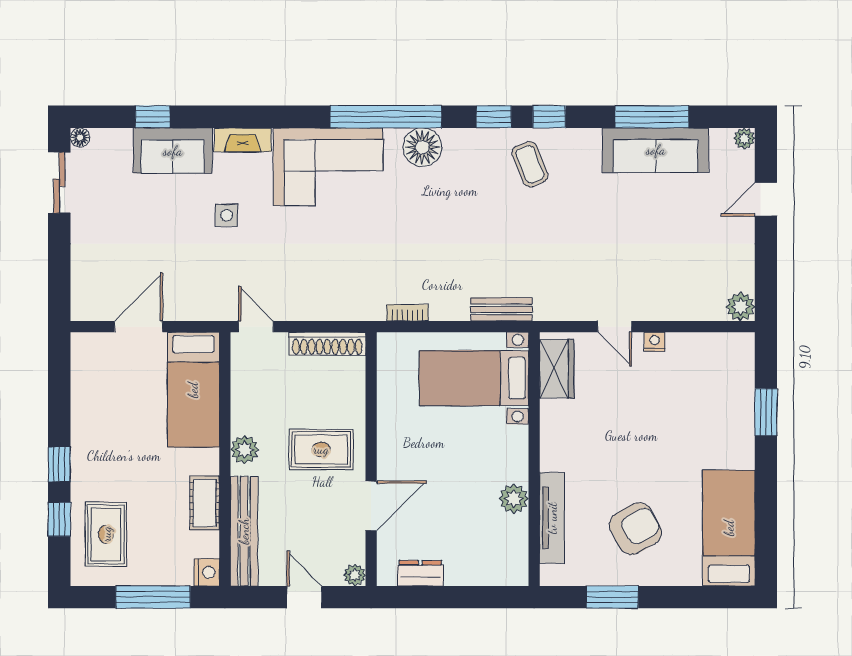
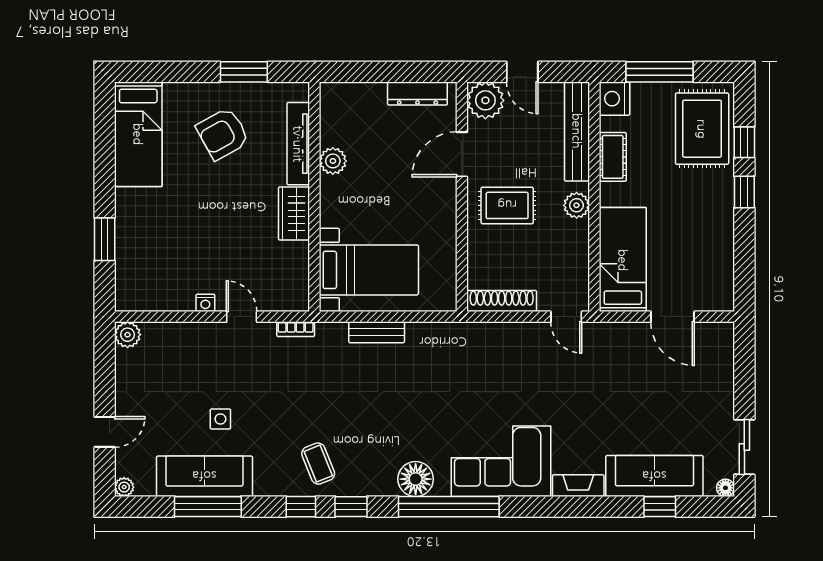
sofa: (173, 151) -> (654, 476), width x1.36
side table: (227, 215) -> (220, 419), moved
bench: (501, 309) -> (377, 332), moved
bookcase: (408, 313) -> (296, 329), moved
door: (139, 327) -> (673, 317), hinge flipped
wardrobe: (557, 369) -> (294, 213), moved
rug: (106, 534) -> (702, 129), width x1.36, depth x1.43
nightstand: (207, 572) -> (614, 99), width x1.36, depth x1.33
dresser: (420, 573) -> (417, 93), width x1.44
plant: (355, 575) -> (485, 100), width x1.88, depth x1.88

